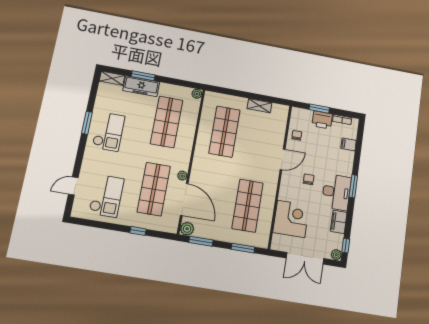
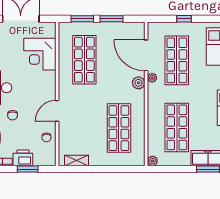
shelving: (259, 106) -> (77, 161), moved
chair: (309, 179) -> (13, 115), moved
plant: (187, 229) -> (139, 83), moved
window: (201, 241) -> (111, 19), moved

